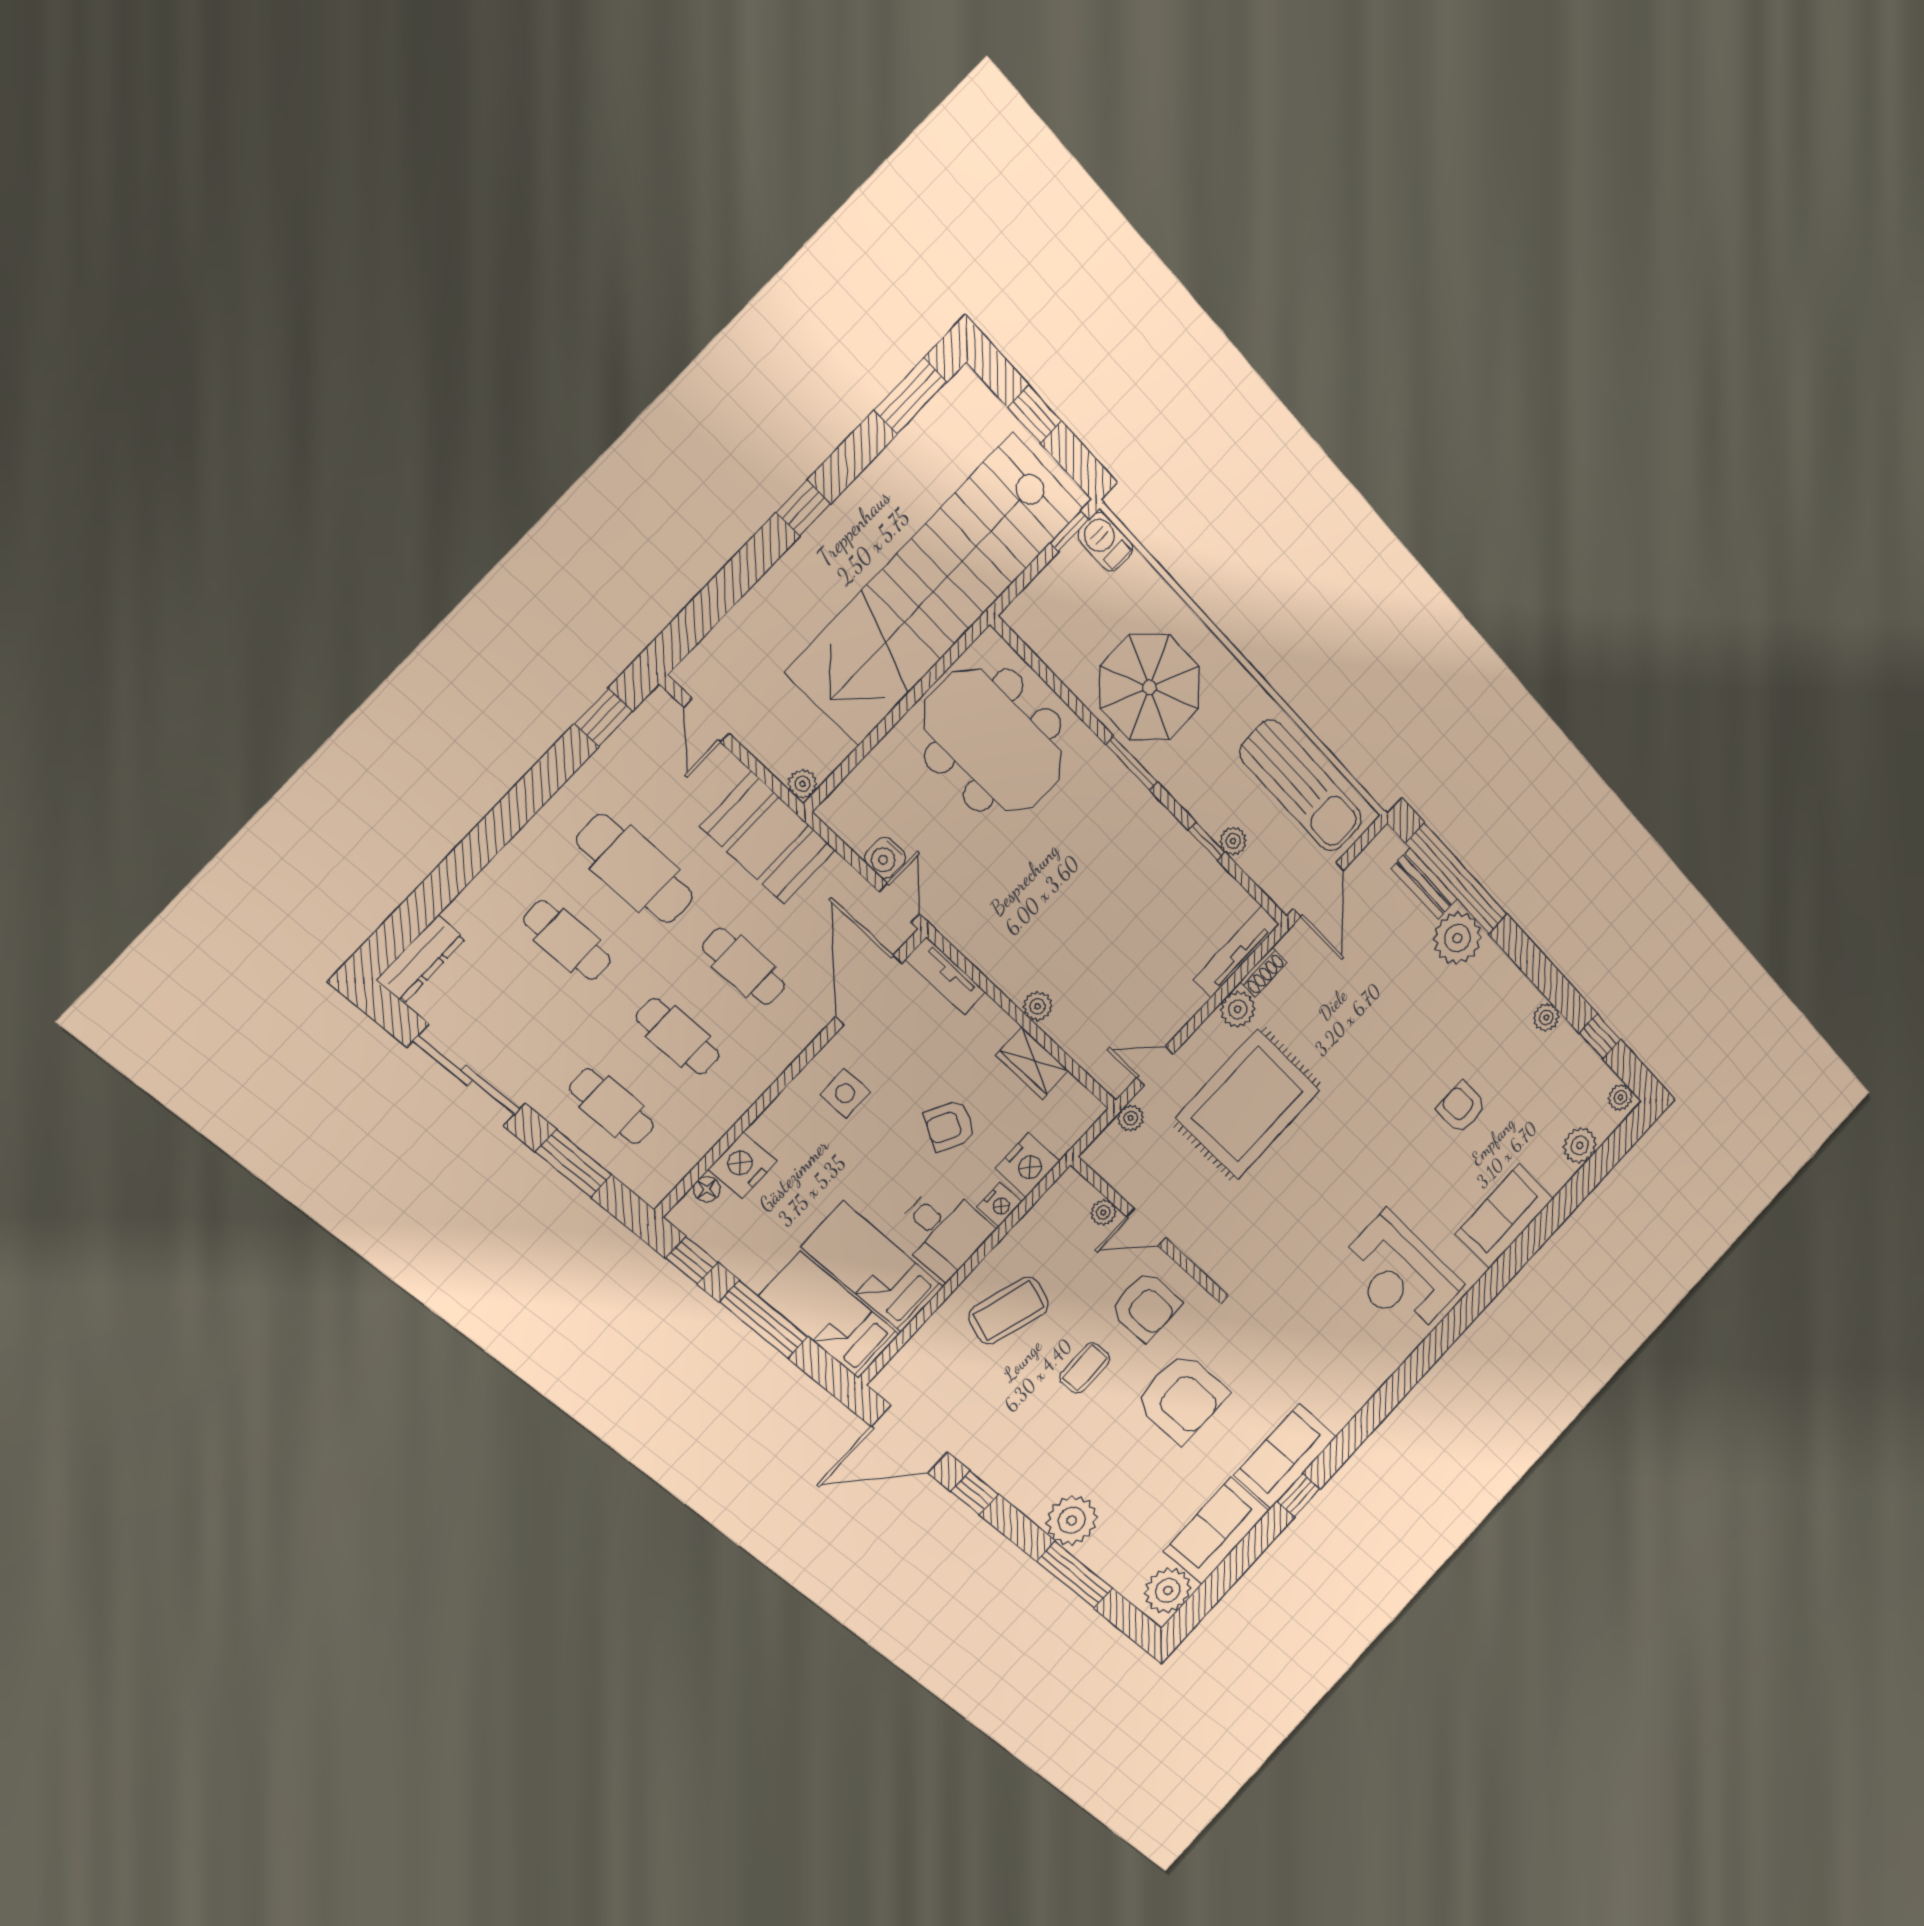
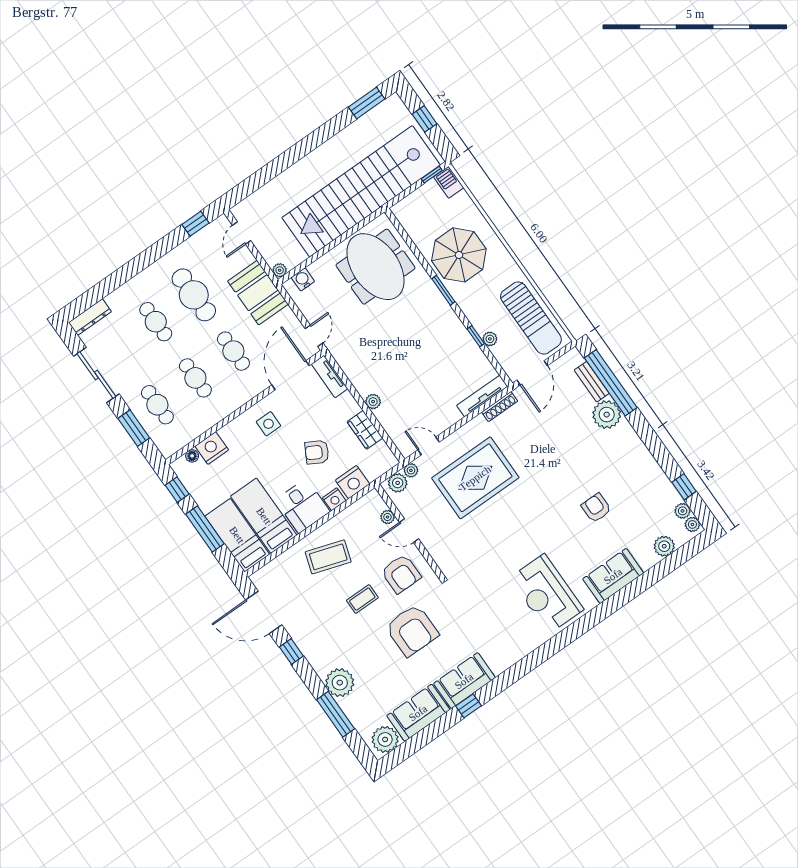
window: (803, 508) -> (307, 145), removed
water cooler: (885, 858) -> (303, 279), moved, turned 90
shoe rack: (1264, 972) -> (500, 407), width x1.43
plant: (1238, 1009) -> (398, 483), moved
plant: (1546, 1017) -> (683, 511), moved

